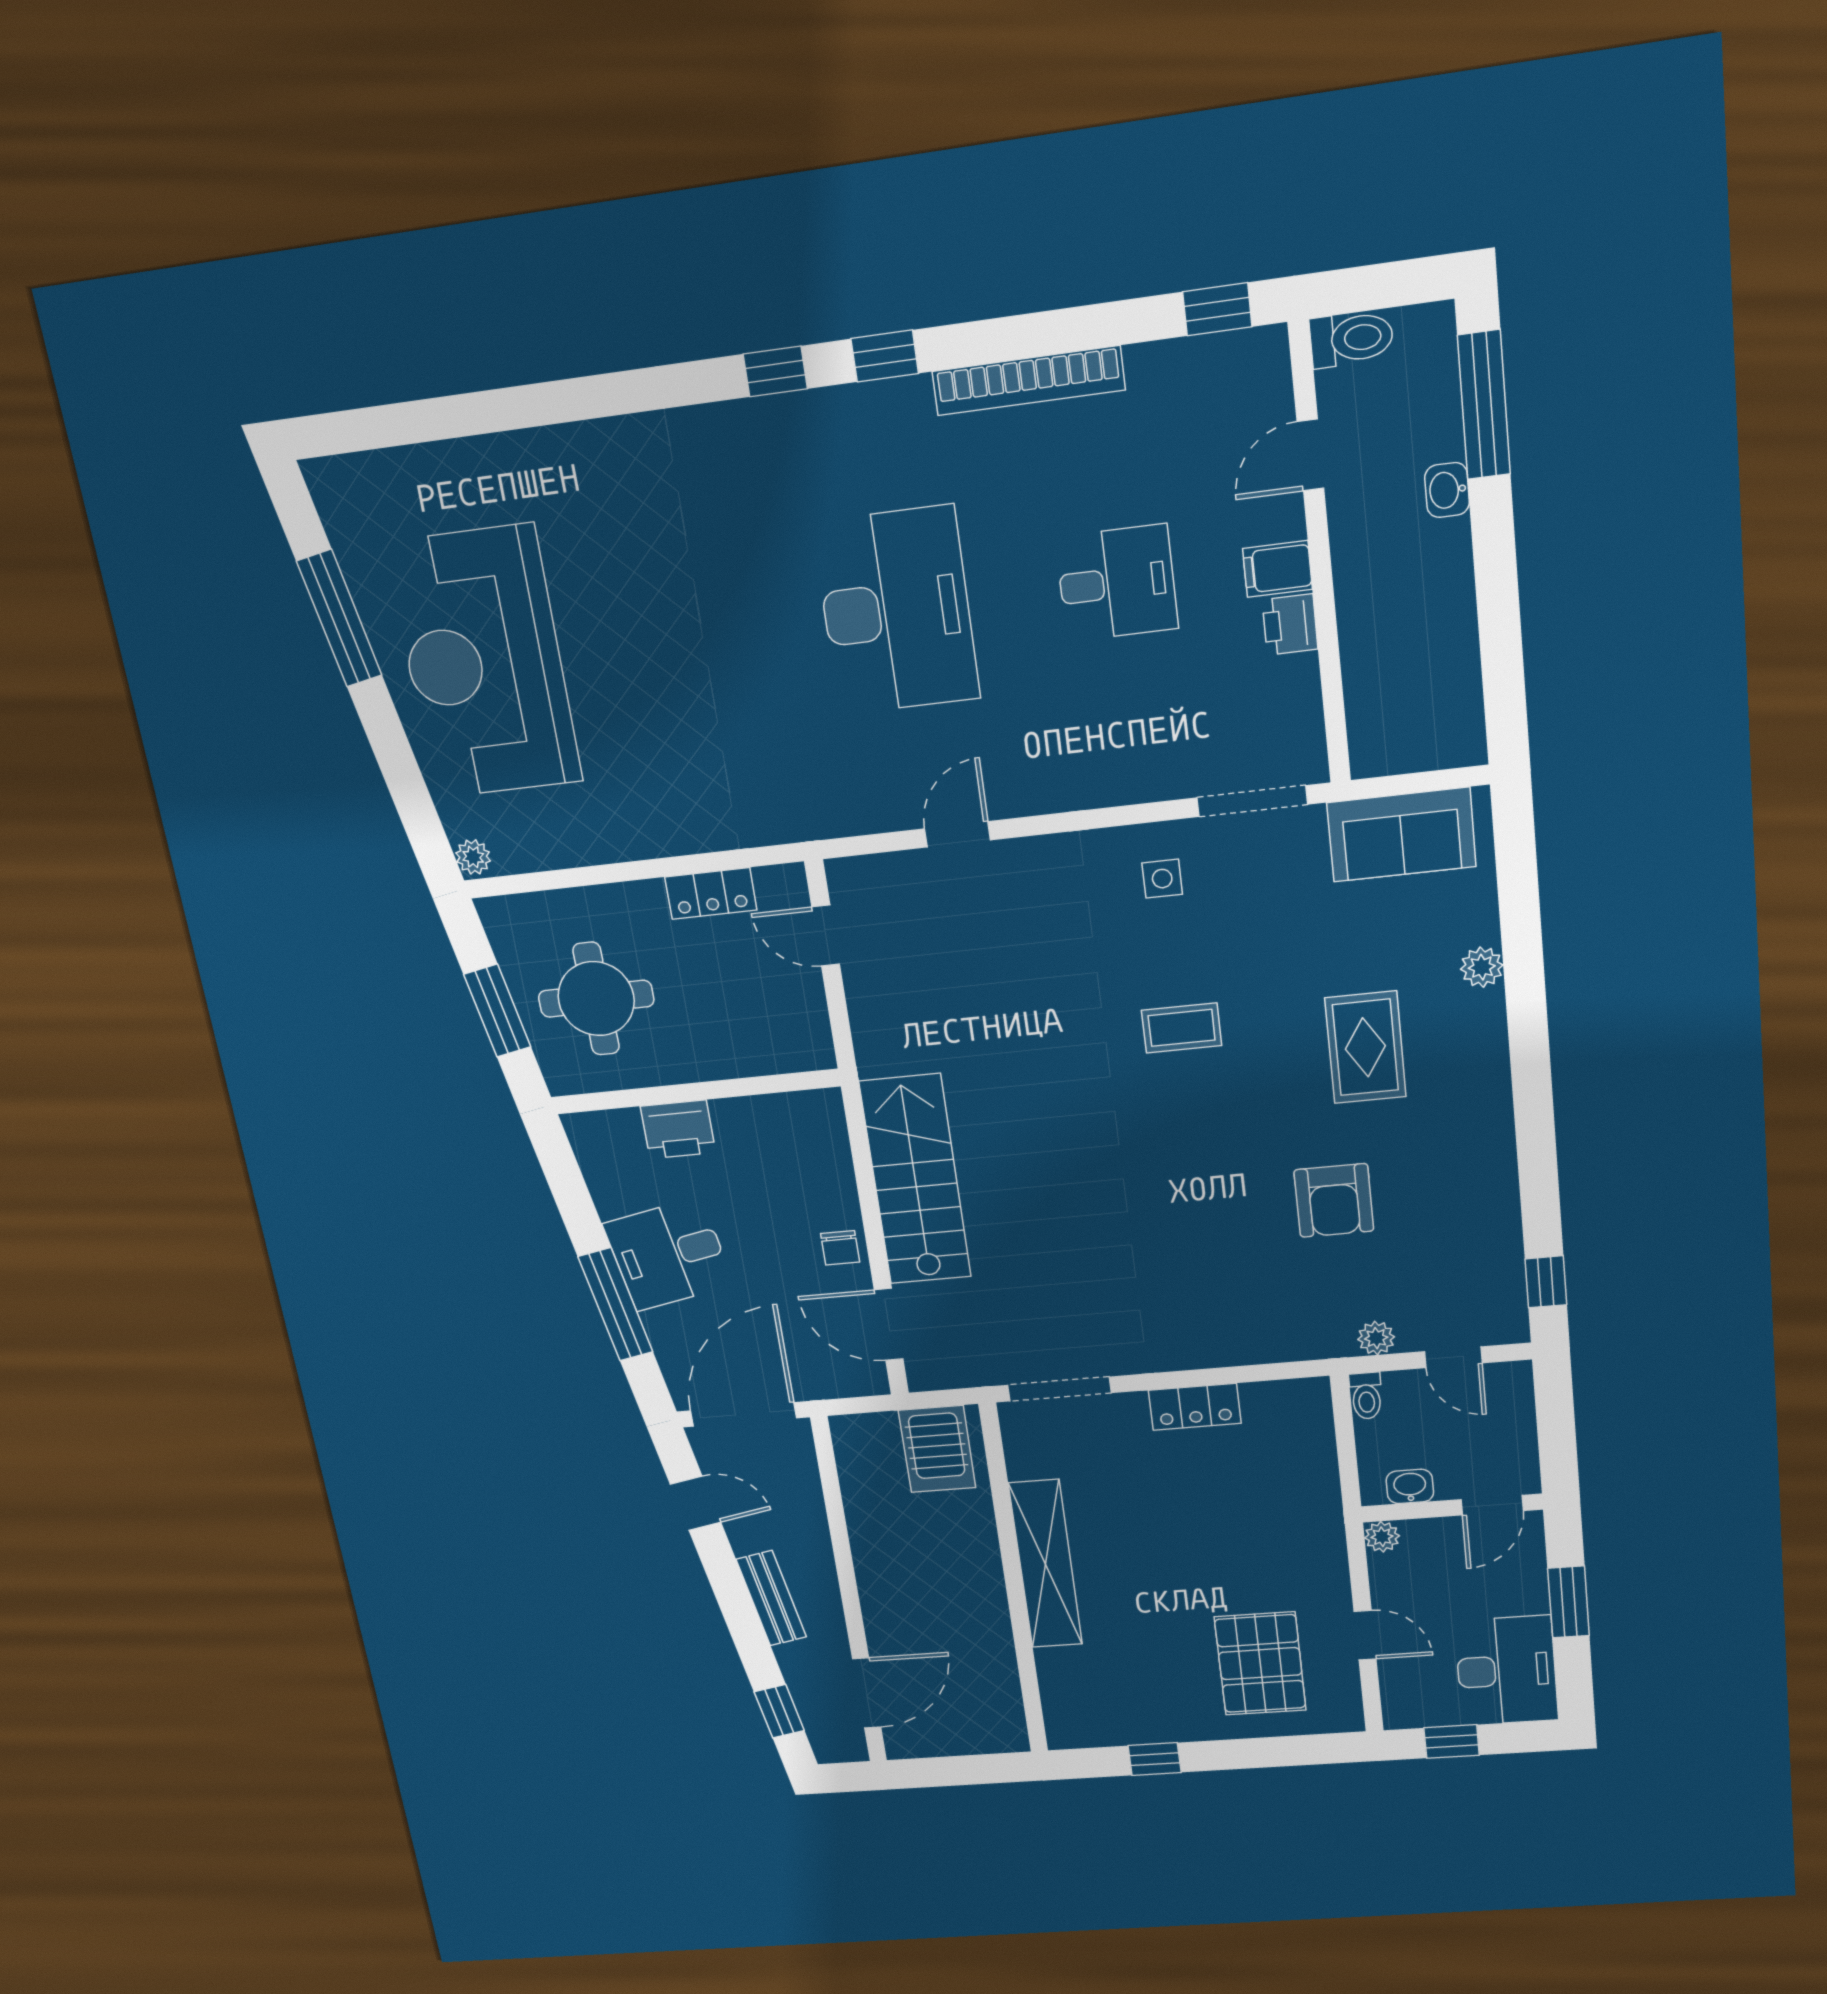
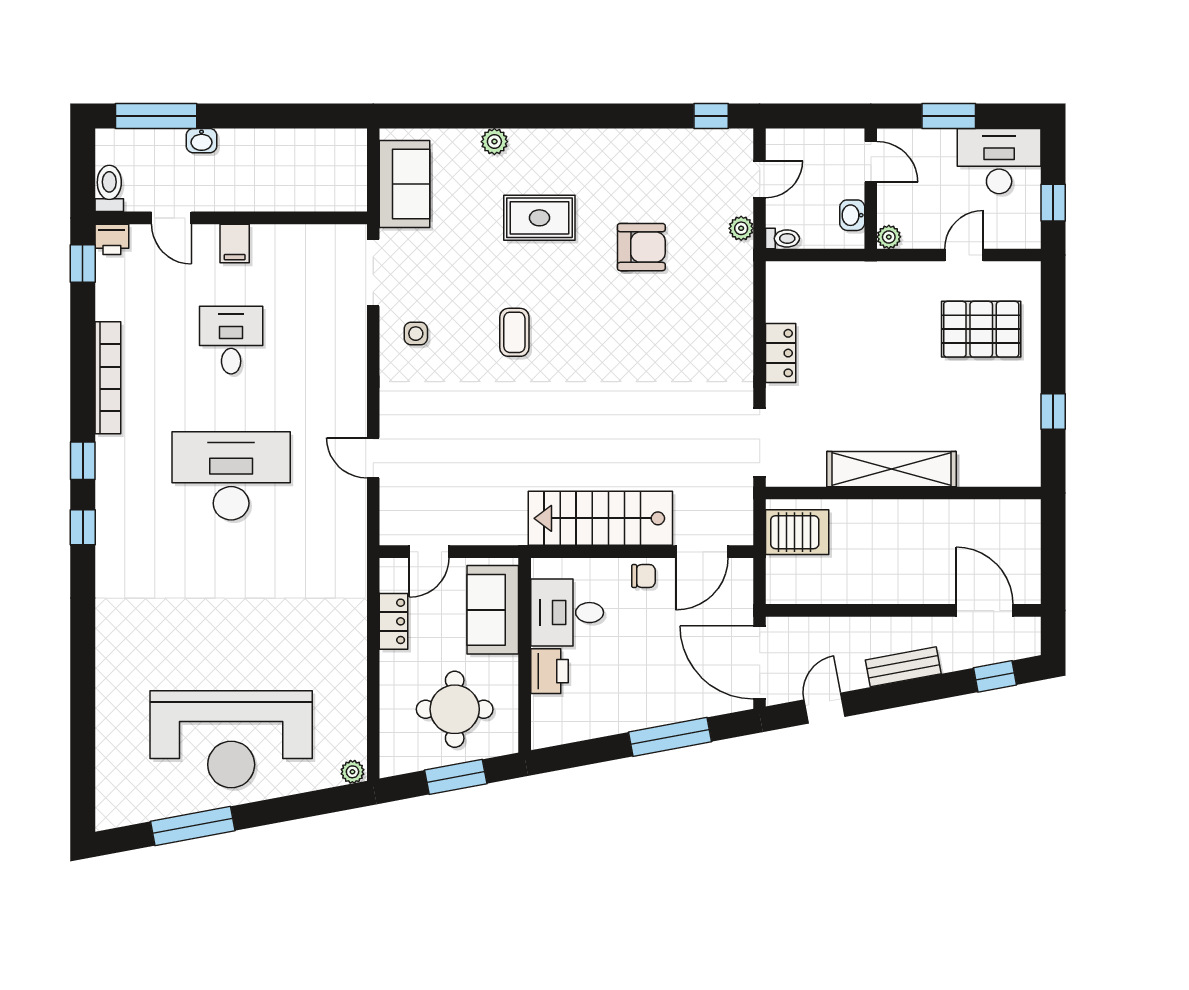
printer: (1290, 625) -> (112, 239), moved
sofa: (754, 1039) -> (493, 610), added
desk: (668, 1254) -> (567, 613), moved, turned 101

